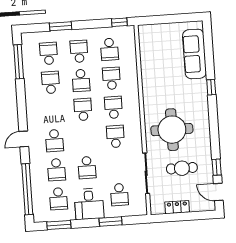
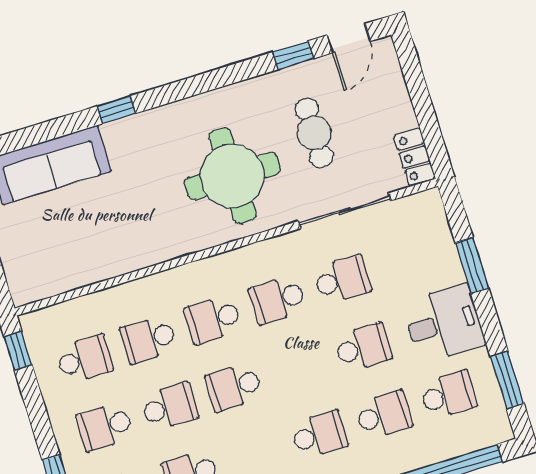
school desk: (119, 195) -> (342, 280), moved
locker: (177, 207) -> (415, 157), moved

